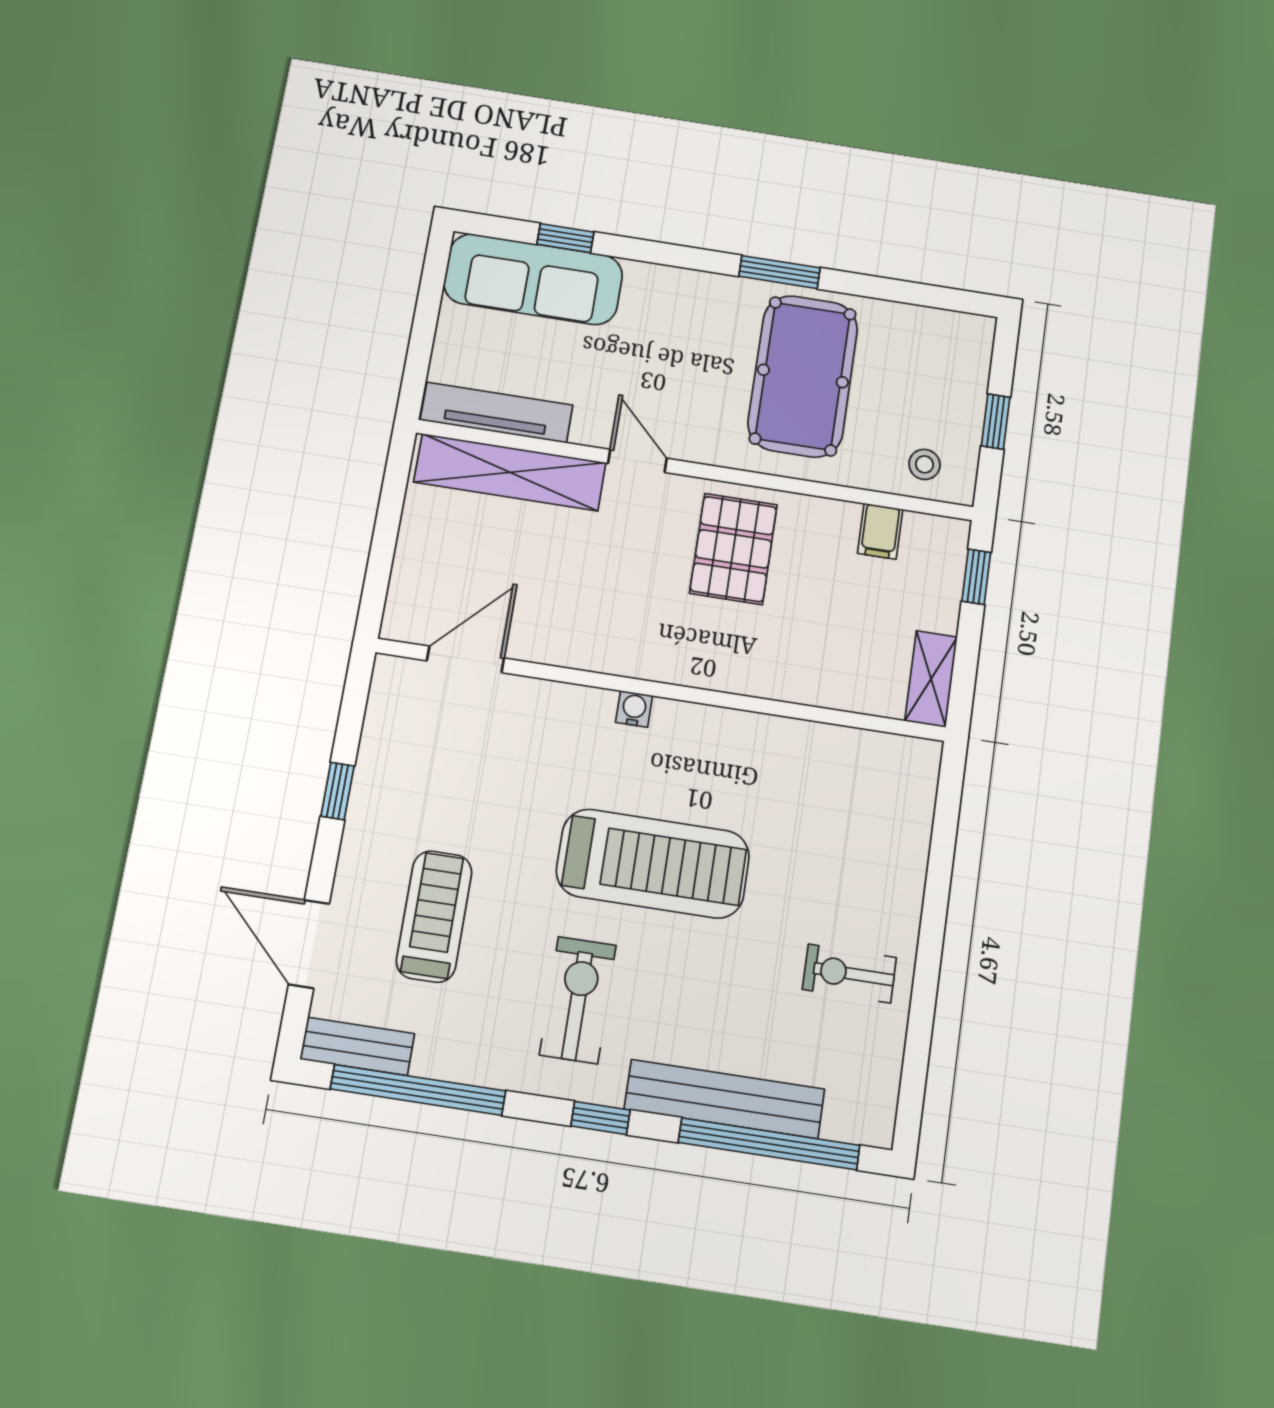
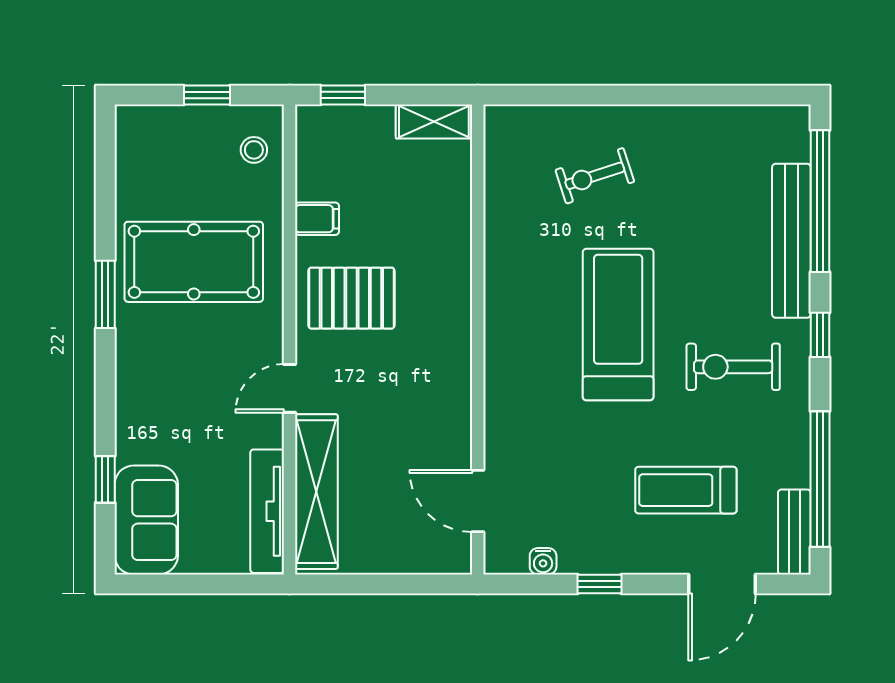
sofa: (533, 279) -> (146, 520), width x0.73
filing cabinet: (880, 531) -> (317, 219), moved
water cooler: (634, 709) -> (543, 561), moved, turned -90
exercise bike: (849, 974) -> (595, 176), moved, turned 72

